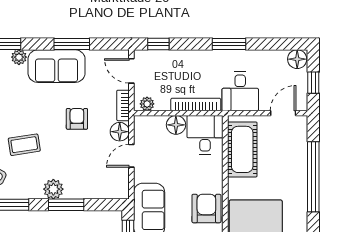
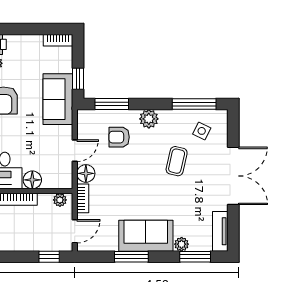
door: (131, 71) -> (75, 231), hinge flipped
armchair: (77, 119) -> (119, 137), moved, turned 90
coffee table: (24, 145) -> (177, 161), turned -68
window: (66, 205) -> (112, 104), moved

